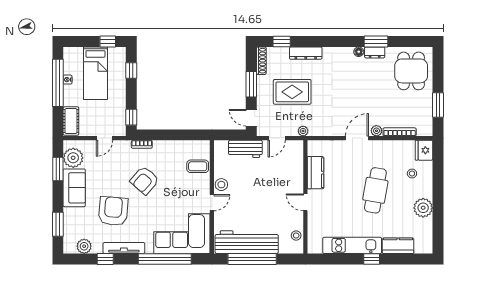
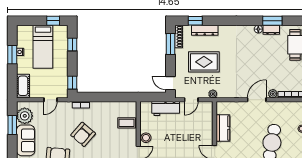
dresser: (306, 53) -> (205, 30), moved
window: (58, 83) -> (12, 55), width x0.47
window: (251, 84) -> (170, 44), moved

